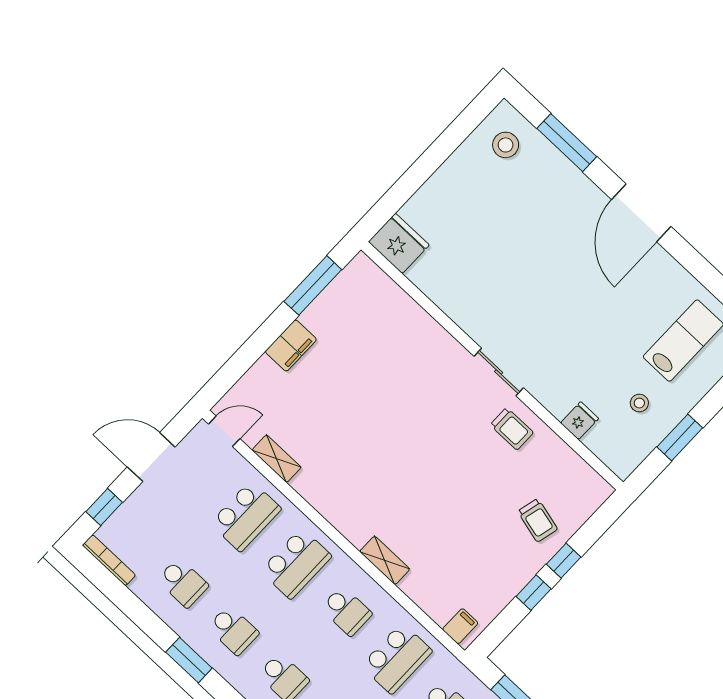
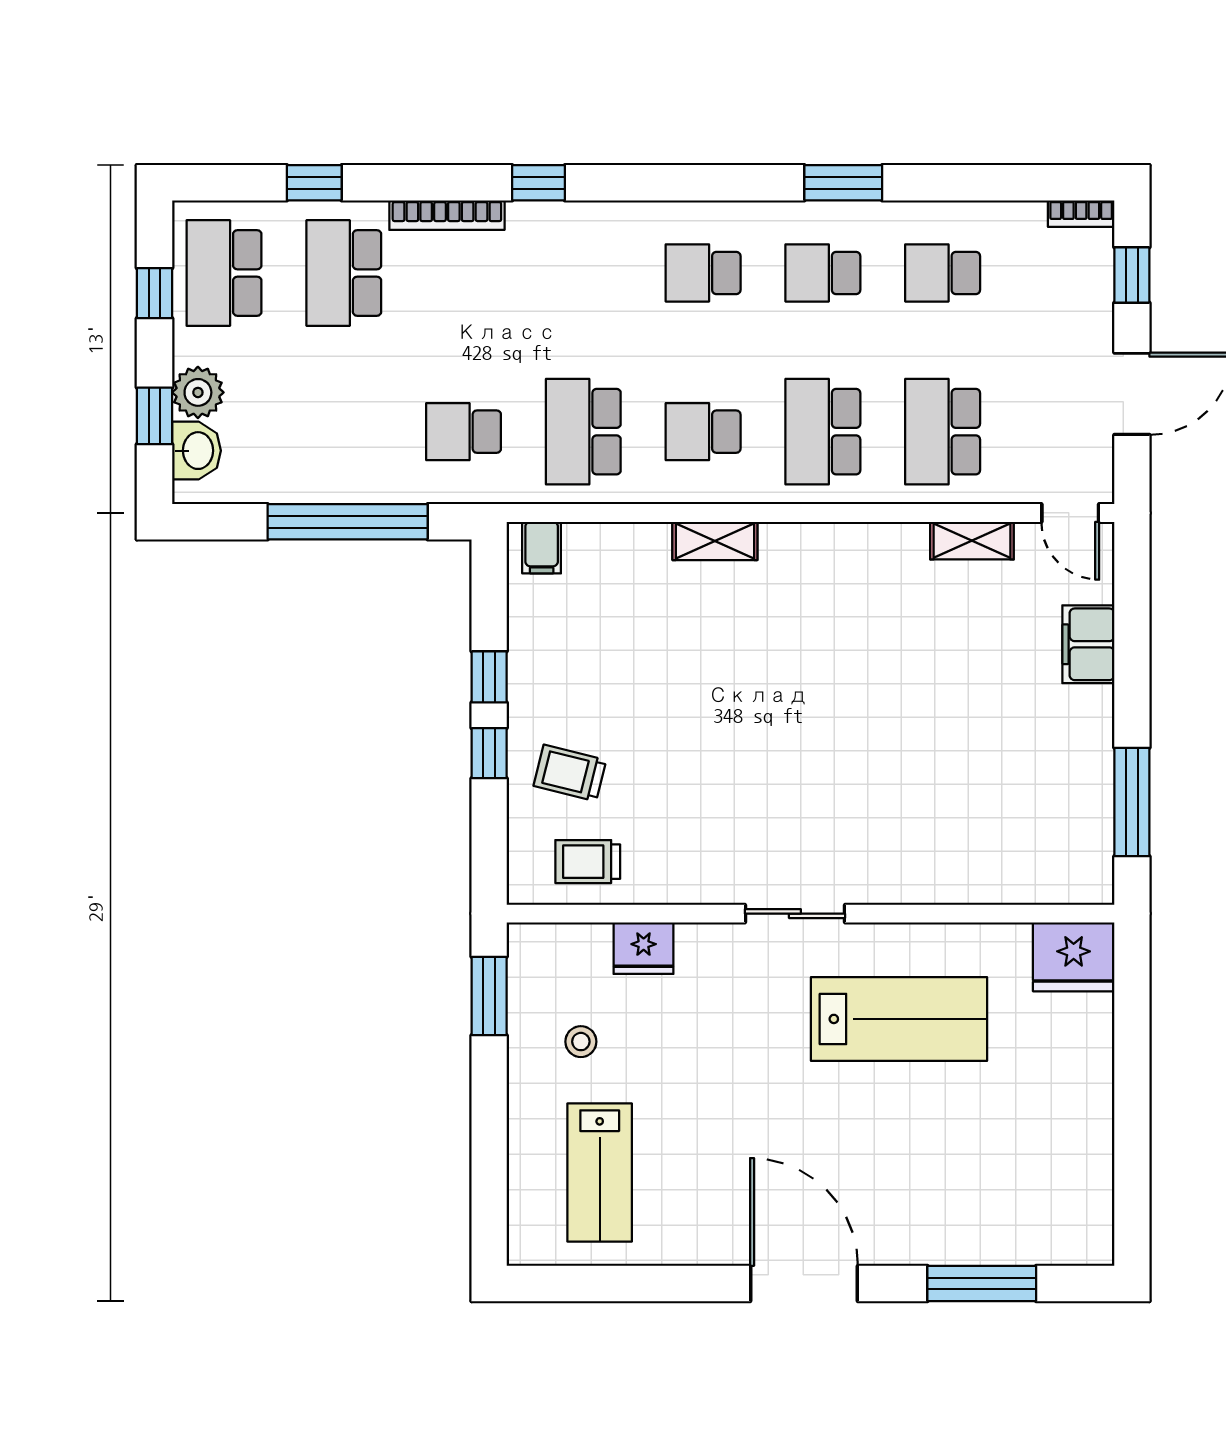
stool: (506, 145) -> (1056, 1208), removed
lab bench: (497, 286) -> (899, 1019), added
filing cabinet: (291, 345) -> (1088, 644), moved
fridge: (580, 421) -> (644, 948), width x1.38
trolley: (512, 429) -> (588, 862), moved
door: (224, 431) -> (1070, 513), hinge flipped
window: (680, 437) -> (489, 996), moved
bookcase: (109, 560) -> (1081, 214), width x0.64

